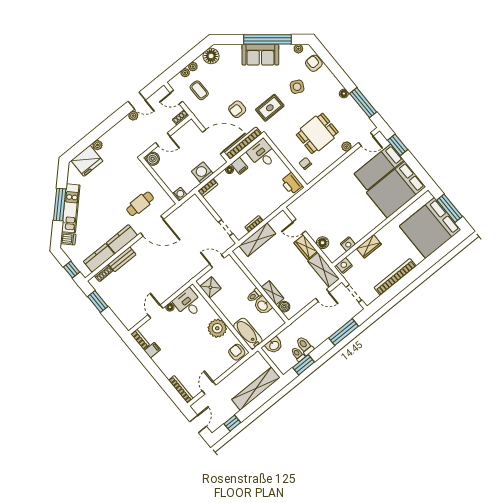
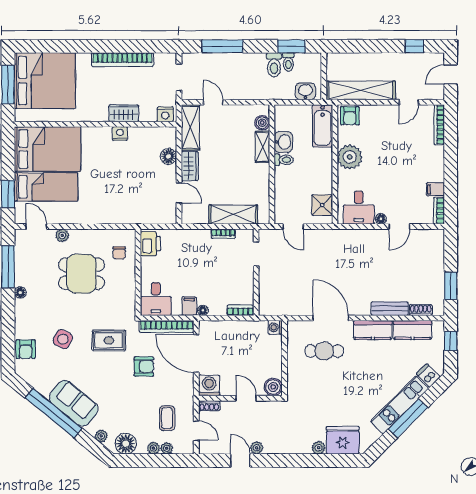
plant: (298, 49) -> (101, 436), moved
washing machine: (202, 172) -> (209, 385), moved, turned 180
nightstand: (348, 244) -> (120, 134), moved
shelving: (256, 389) -> (361, 90), moved

